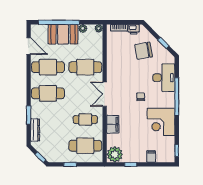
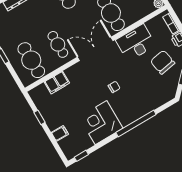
desk: (164, 78) -> (136, 43), moved, turned 180
double door: (105, 94) -> (95, 49), width x1.37
filing cabinet: (113, 124) -> (57, 83), moved
plant: (115, 154) -> (40, 95), removed

